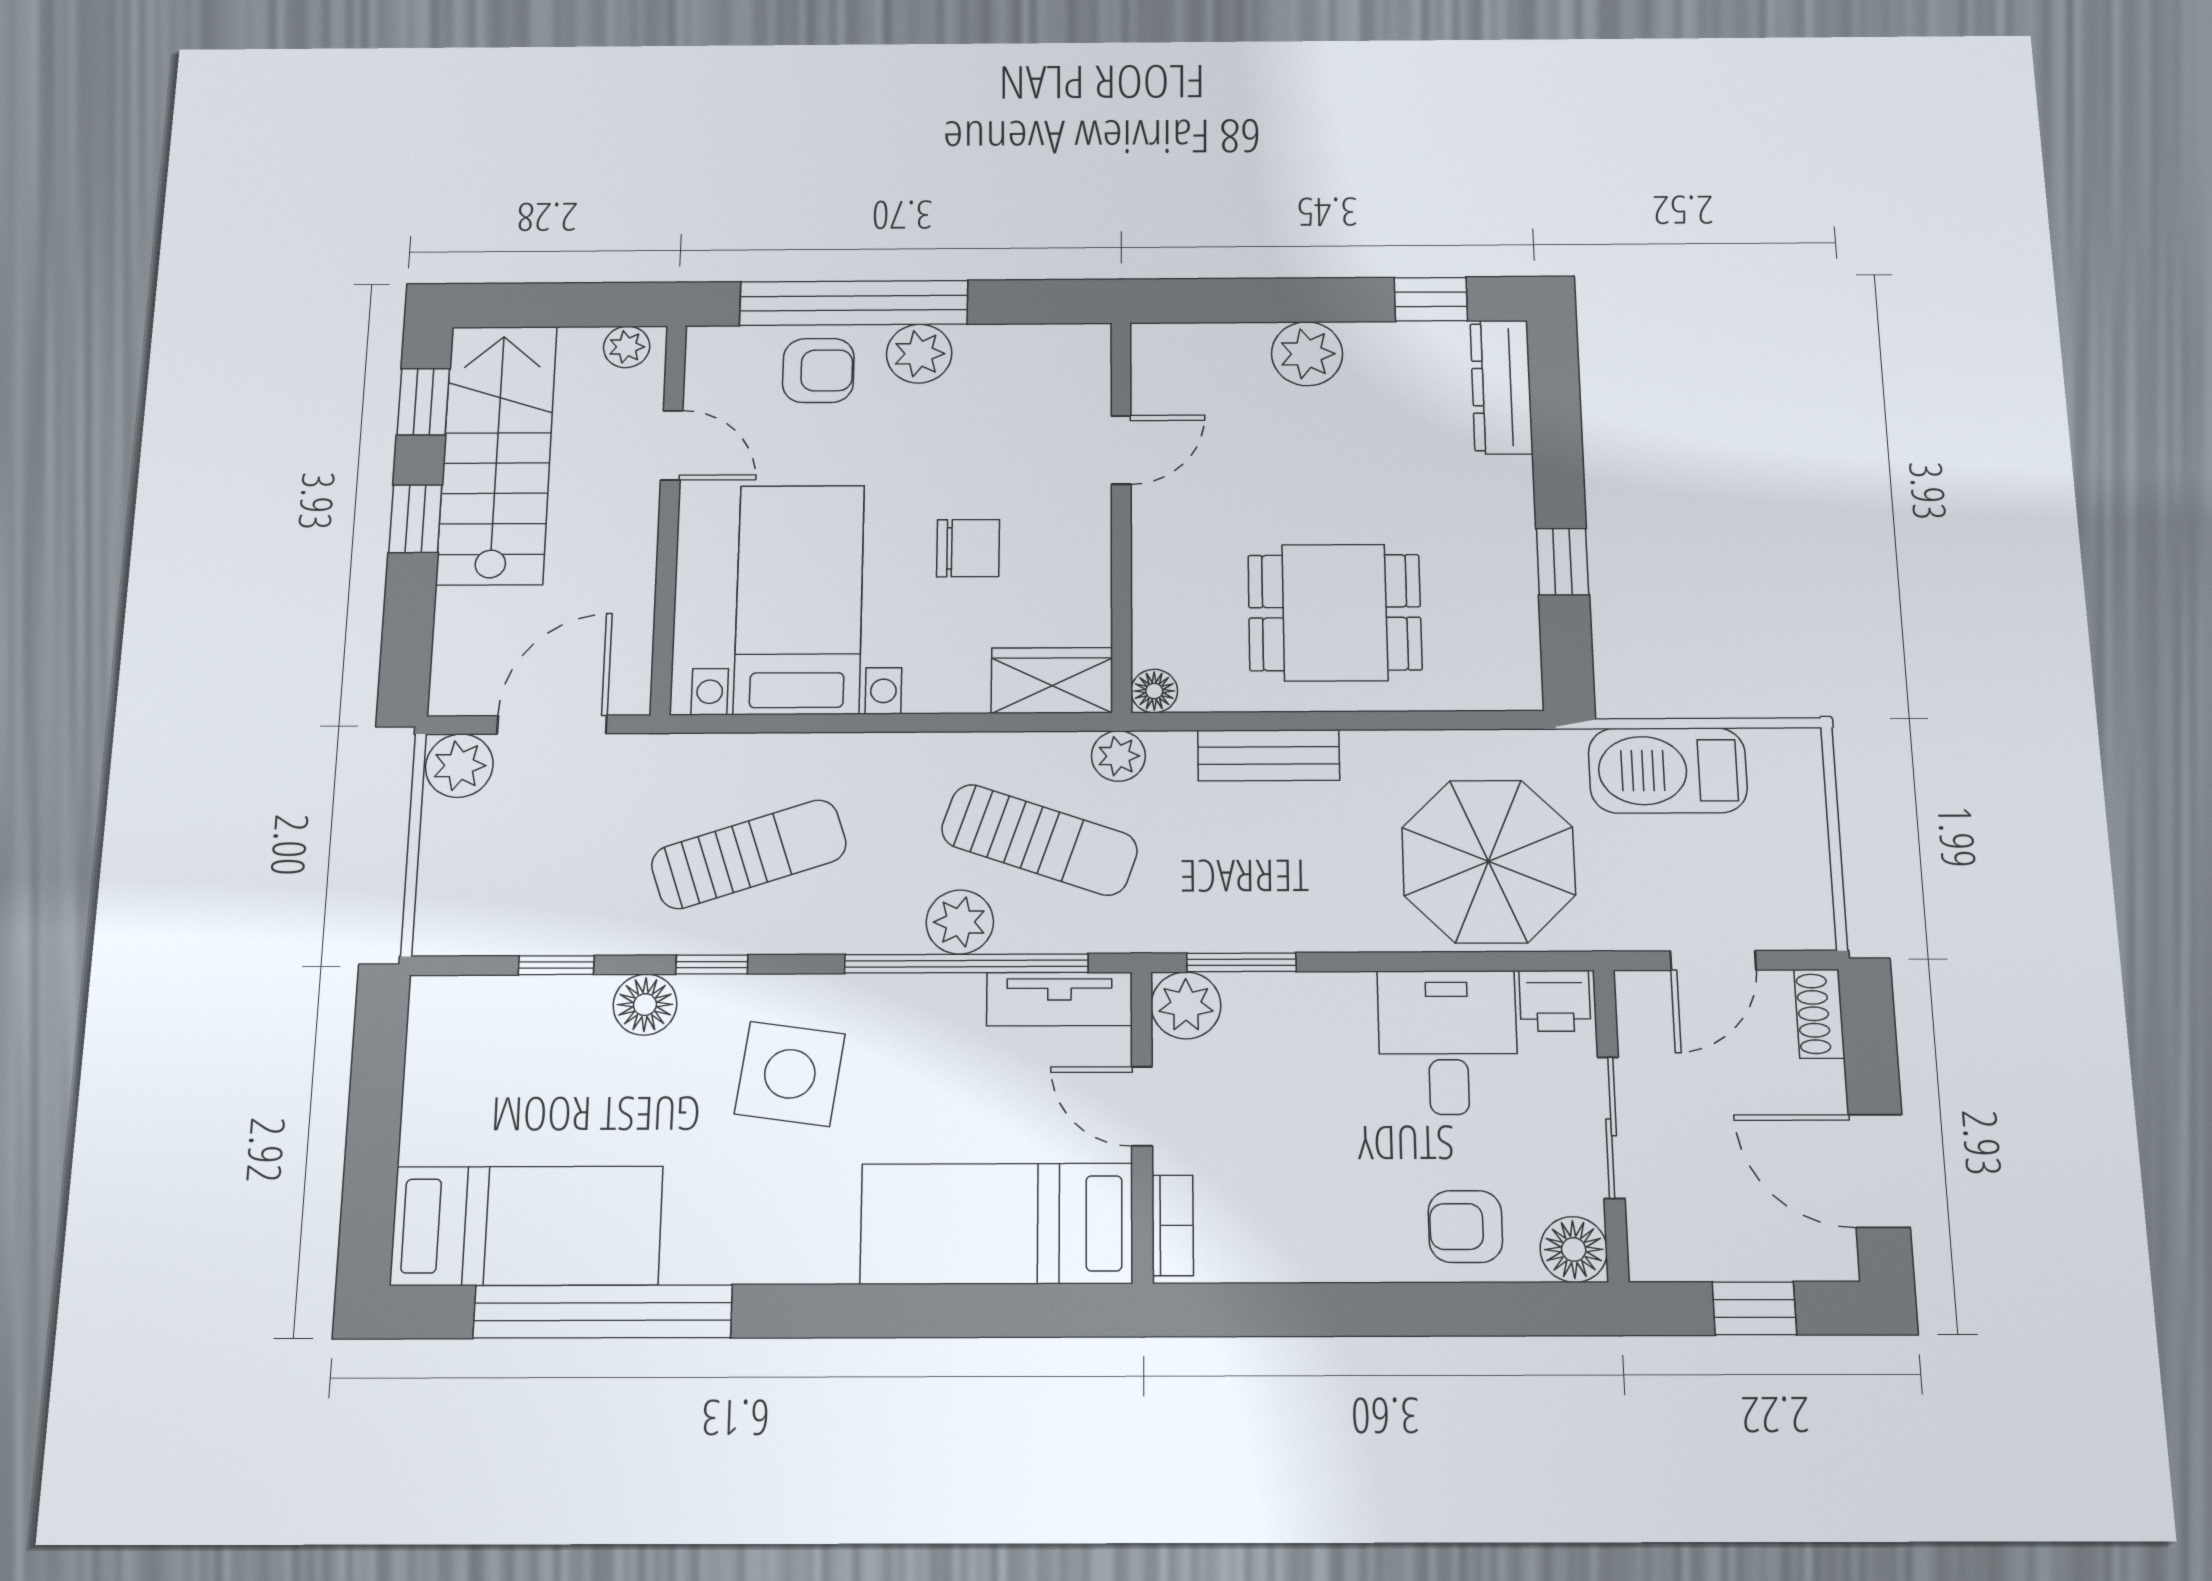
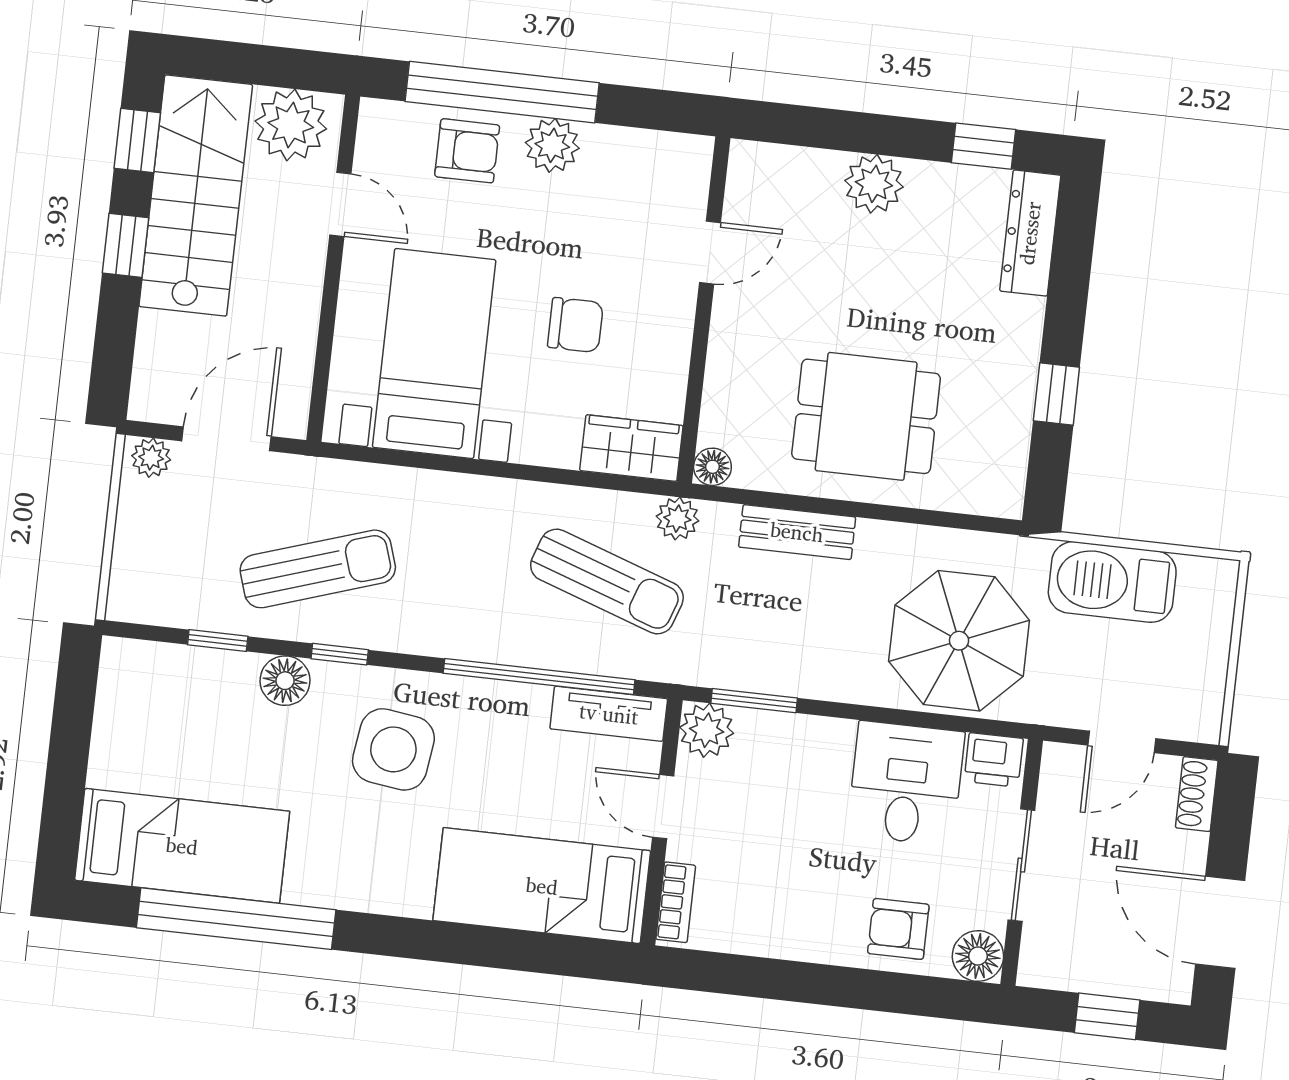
plant: (627, 347) -> (291, 125), width x1.88, depth x1.88
plant: (459, 766) -> (151, 458), width x0.73, depth x0.73
sun lounger: (749, 854) -> (318, 569), moved
plant: (960, 922) -> (537, 642), removed

